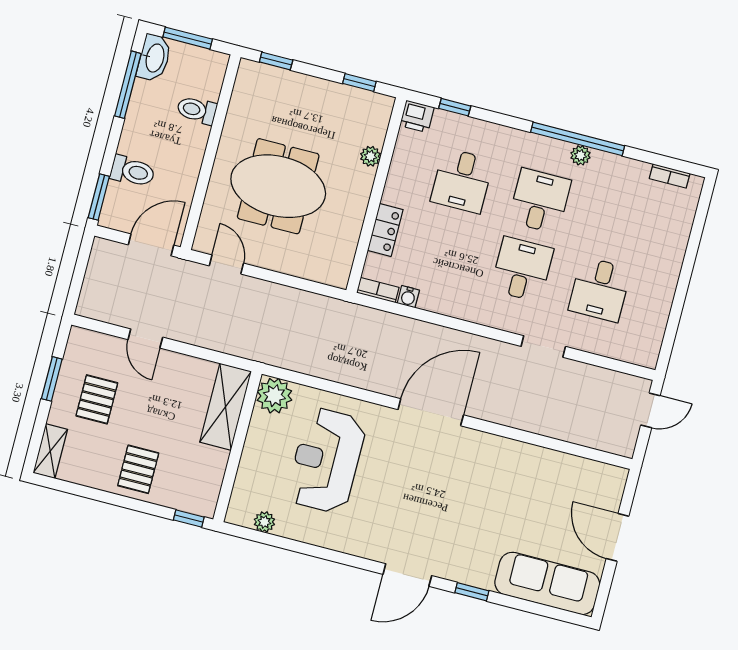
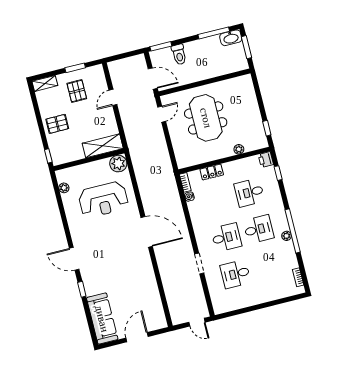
window: (276, 61) -> (257, 89), removed
toilet: (197, 110) -> (219, 67), removed
pallet: (97, 399) -> (77, 91), turned 90
reception desk: (326, 460) -> (103, 200), turned 180

